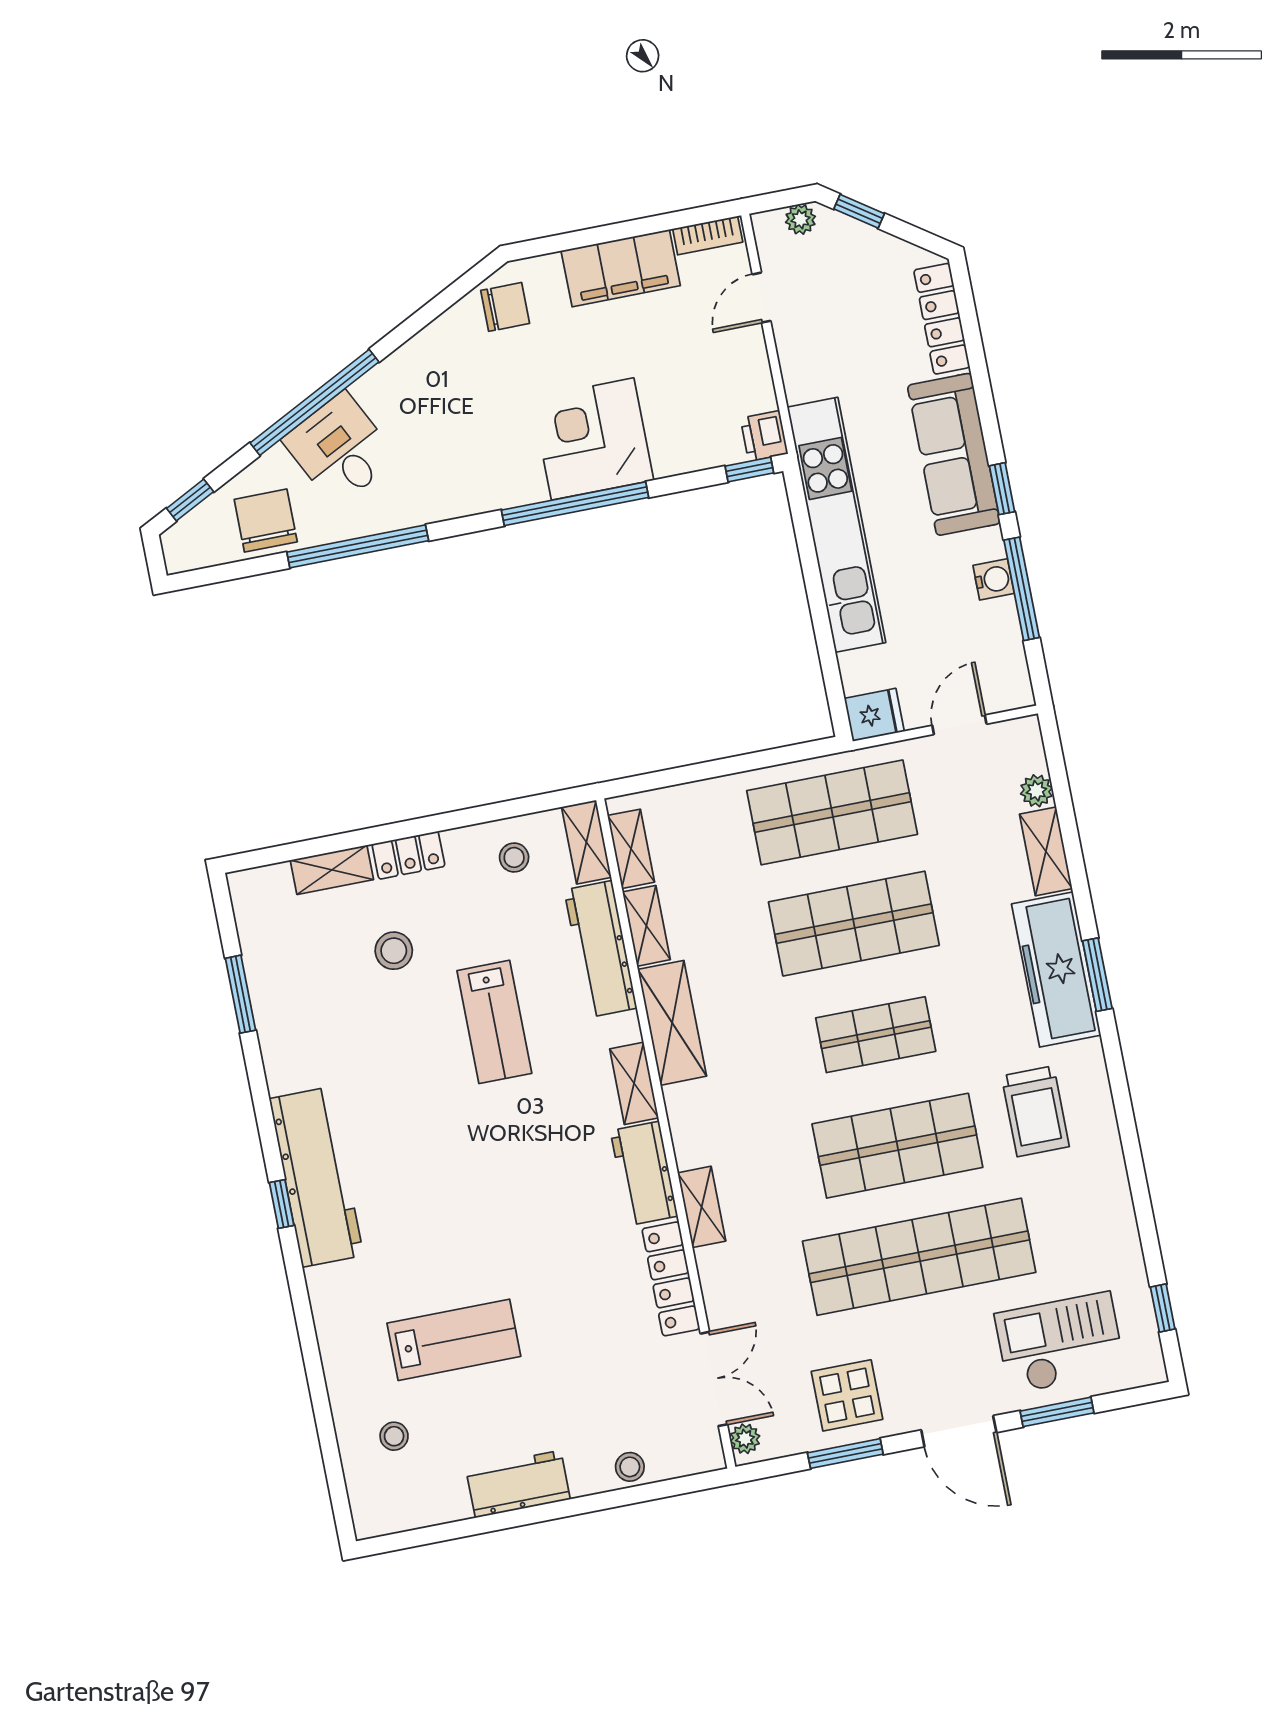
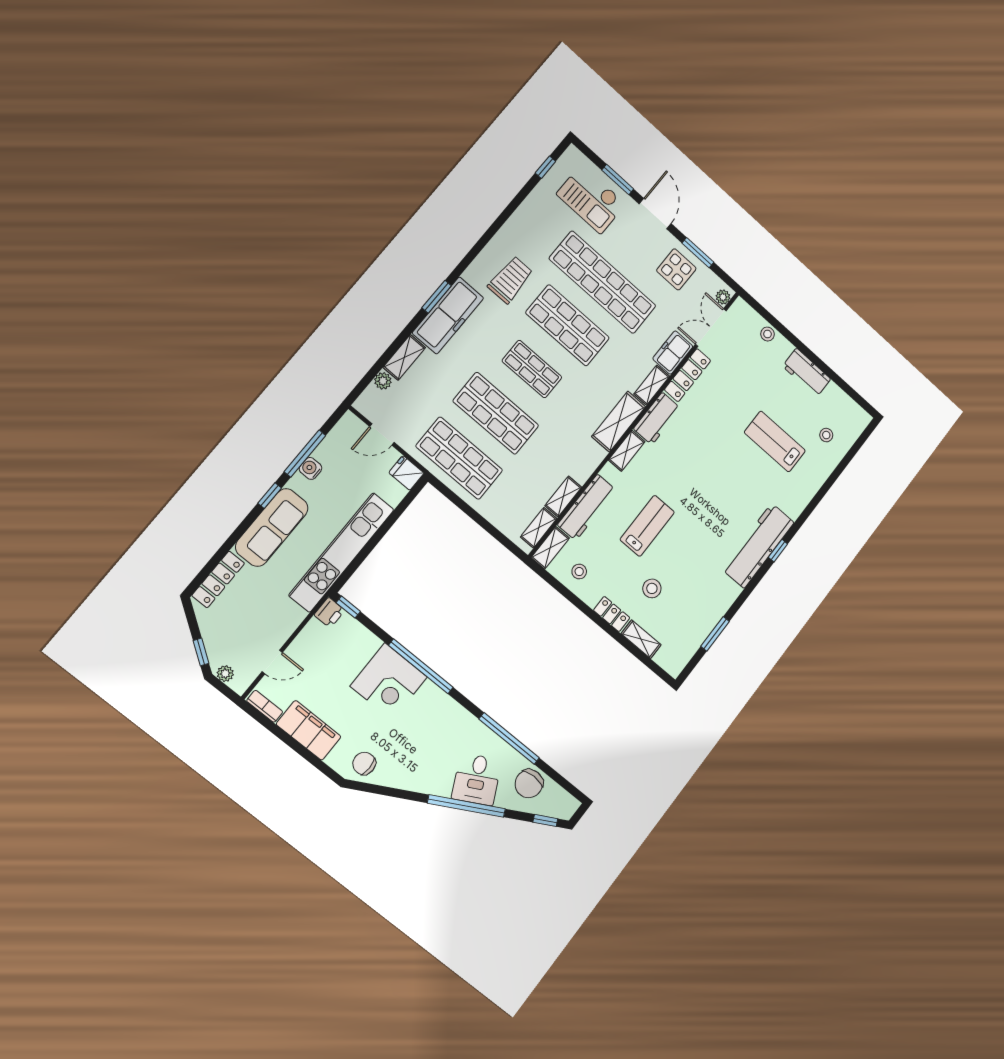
shelving: (672, 1023) -> (619, 422), moved
freezer: (724, 1283) -> (673, 353), added

